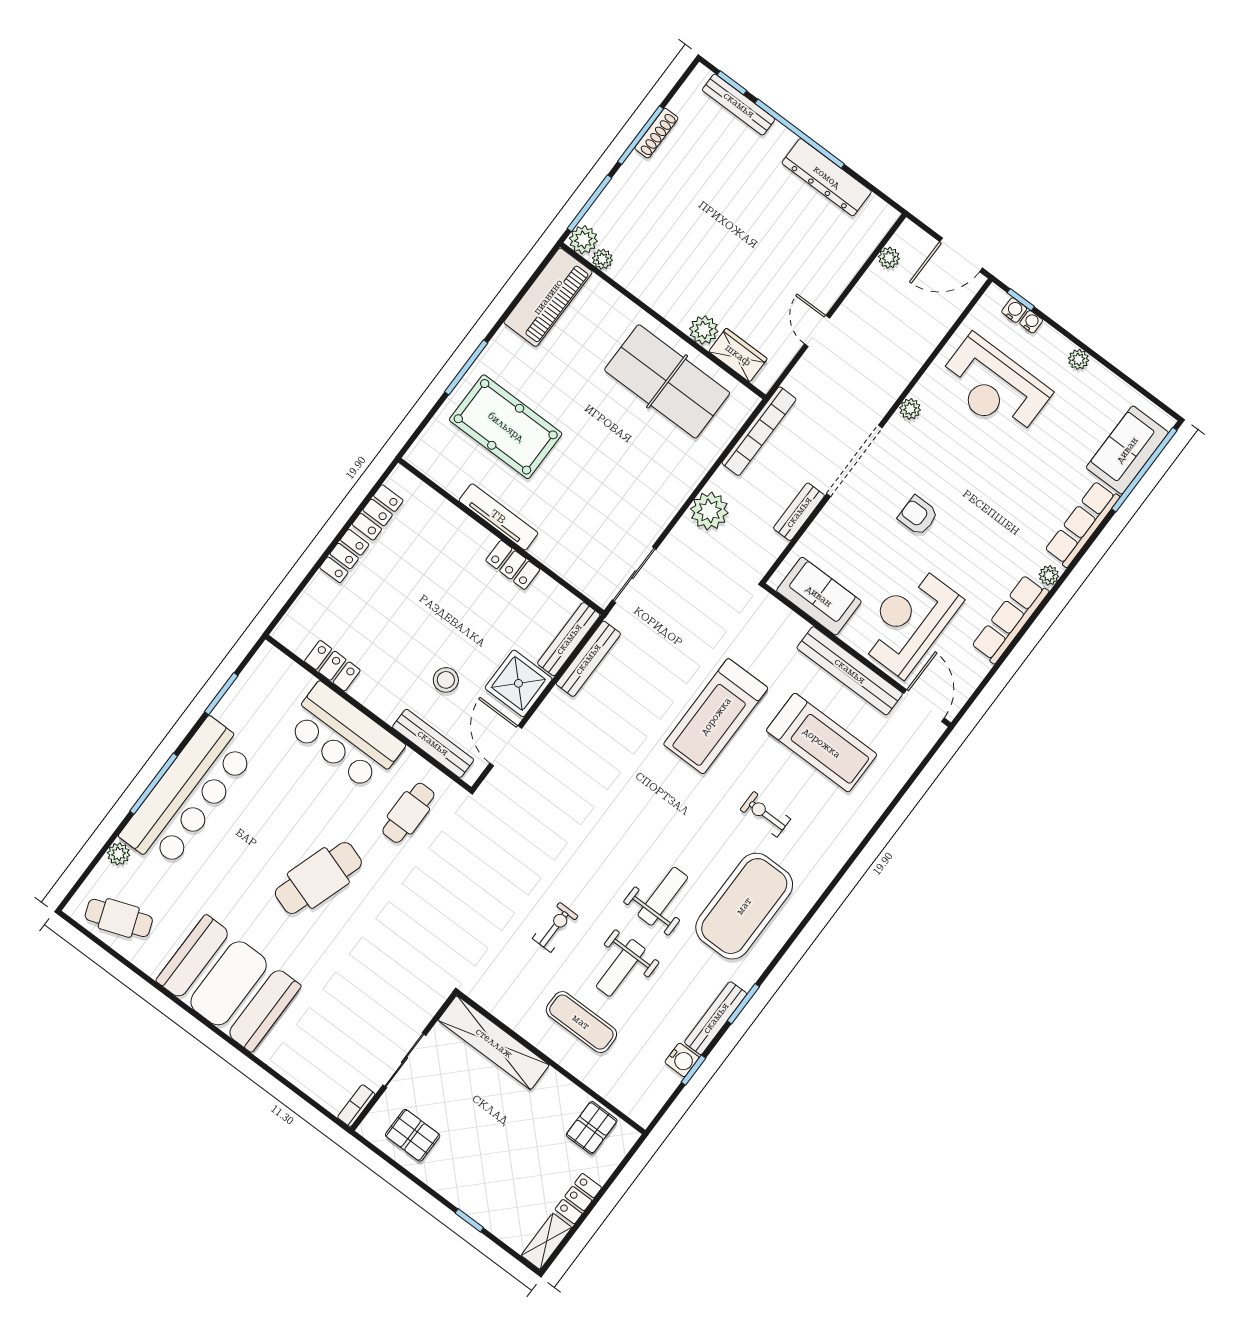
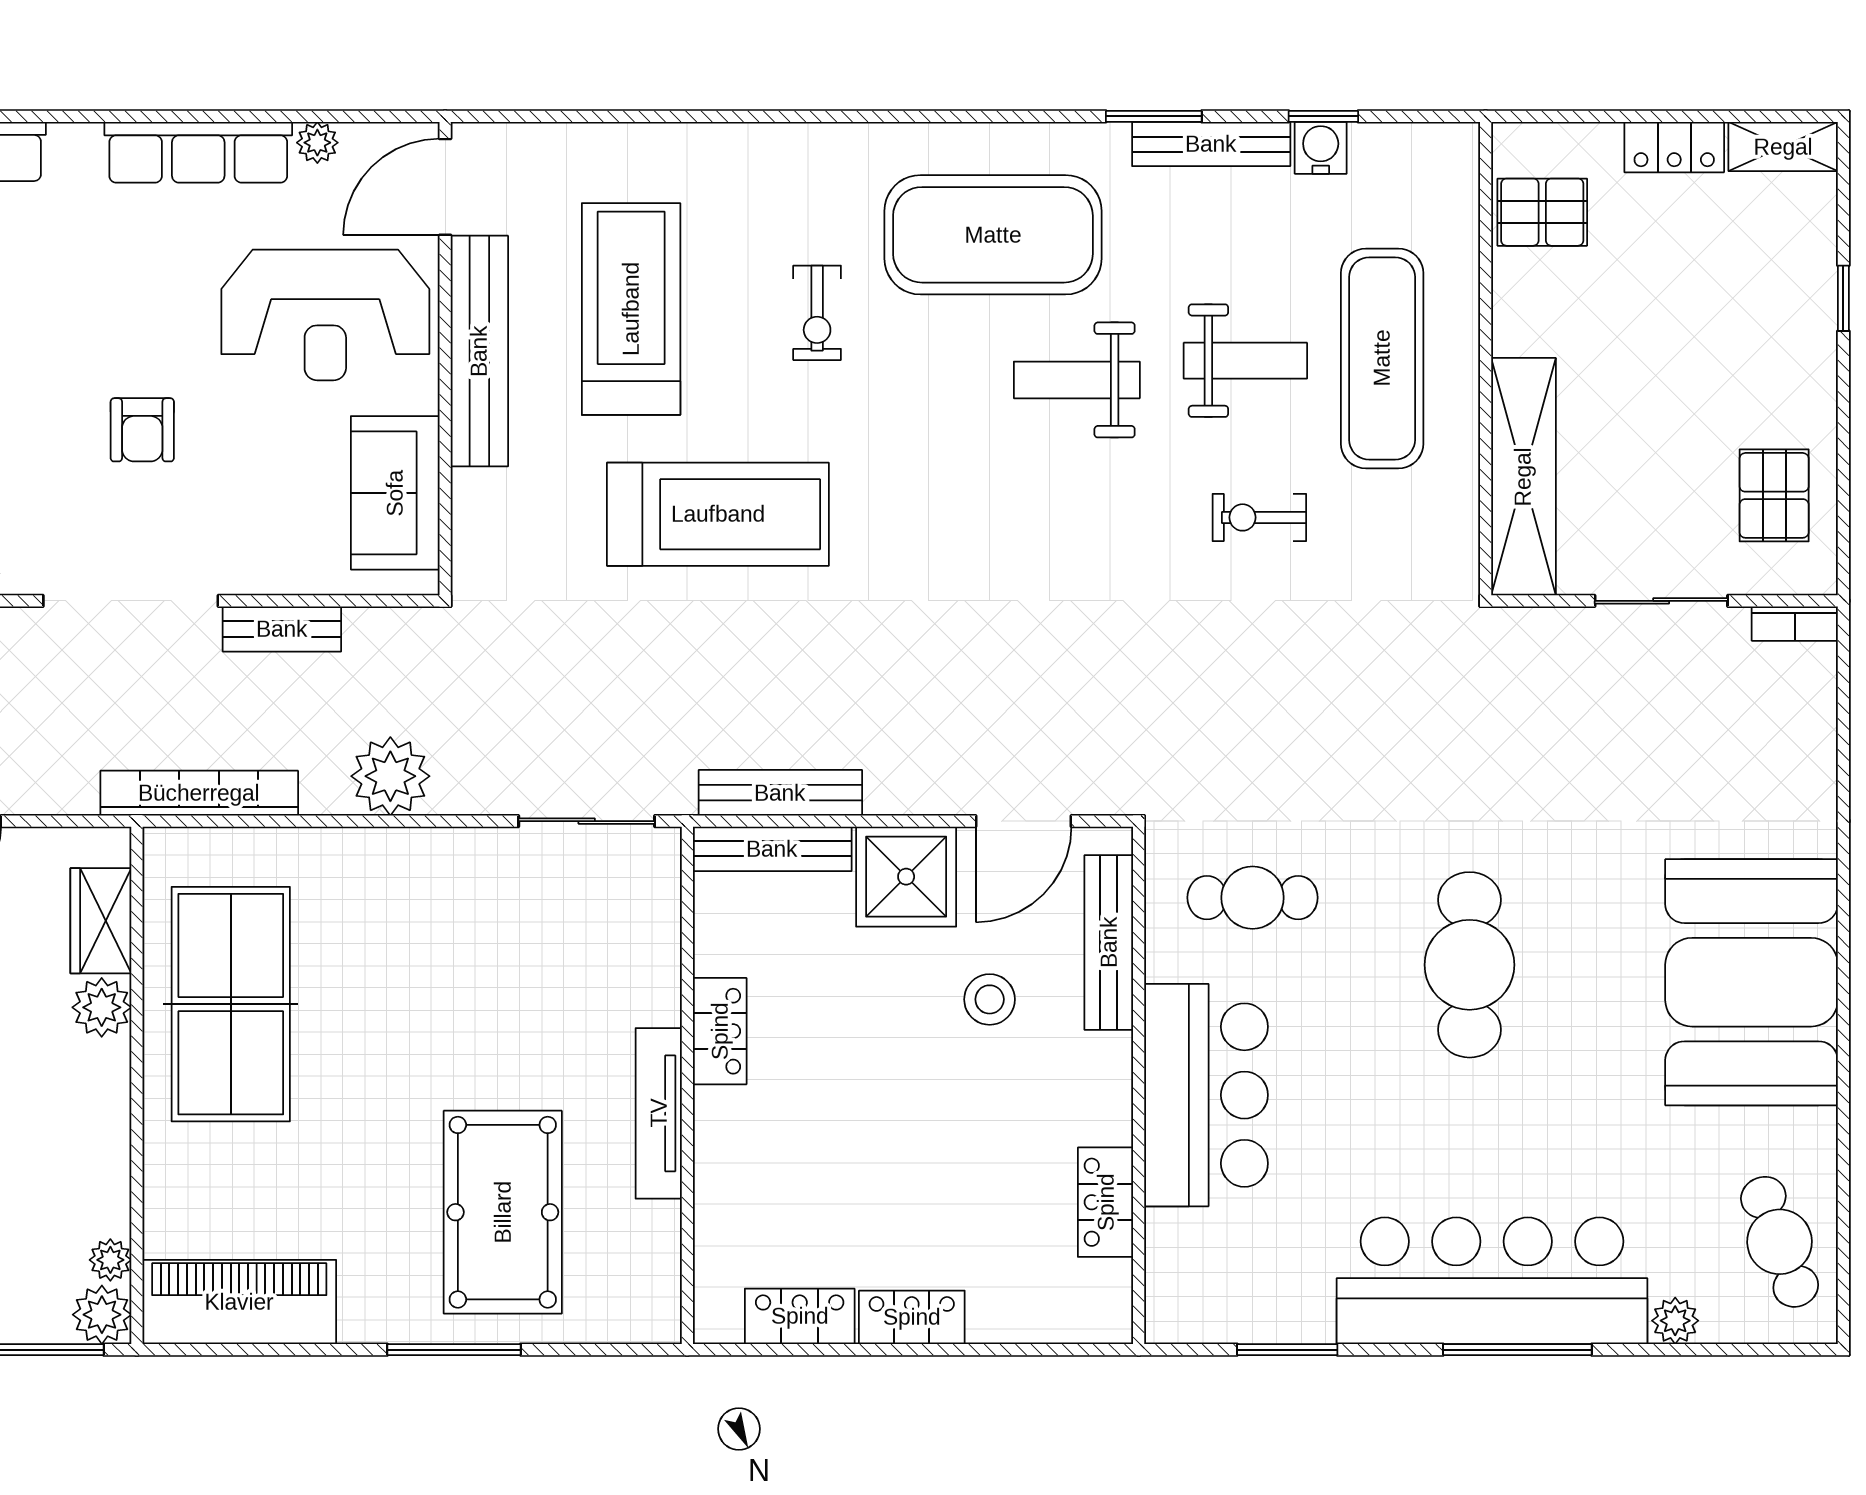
plant: (1049, 575) -> (317, 143), moved
cafe table: (318, 878) -> (1469, 965), turned 72
exercise mat: (581, 1022) -> (1382, 358), width x1.36, depth x1.45

